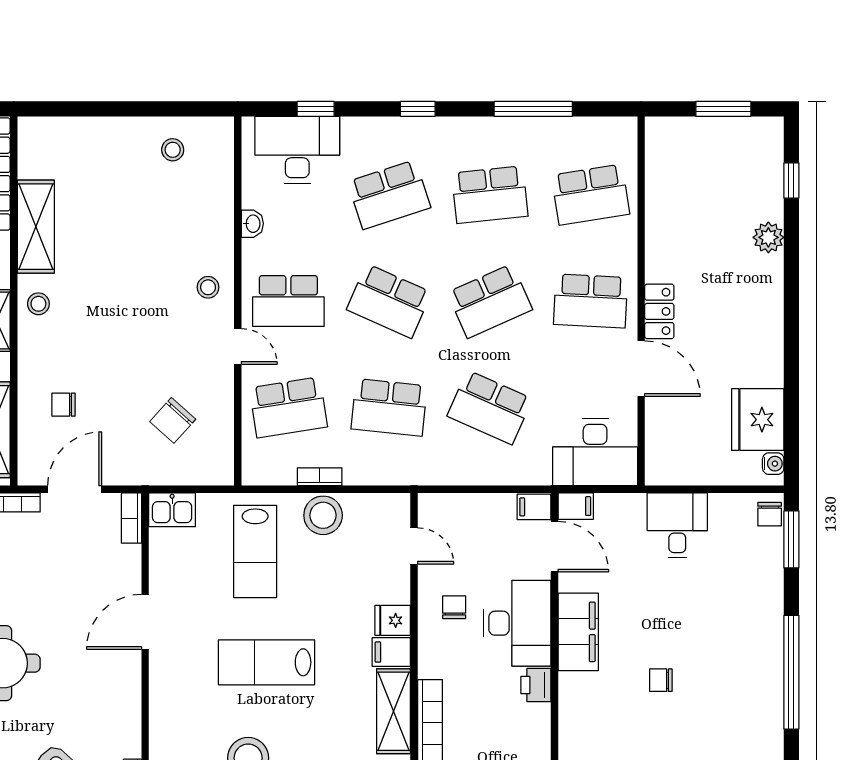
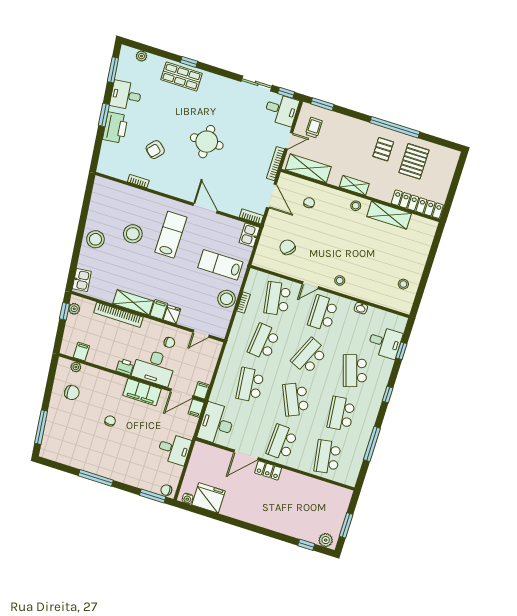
desk: (297, 150) -> (385, 342), width x0.73
plant: (768, 237) -> (326, 540), moved
school desk: (490, 407) -> (250, 385), turned -30
lab bench: (267, 662) -> (171, 235), moved
window: (791, 672) -> (96, 478), width x0.68

